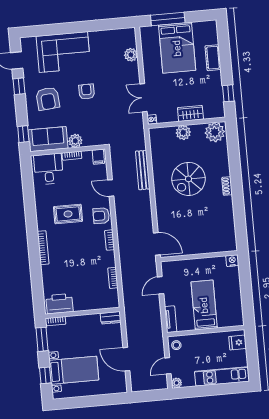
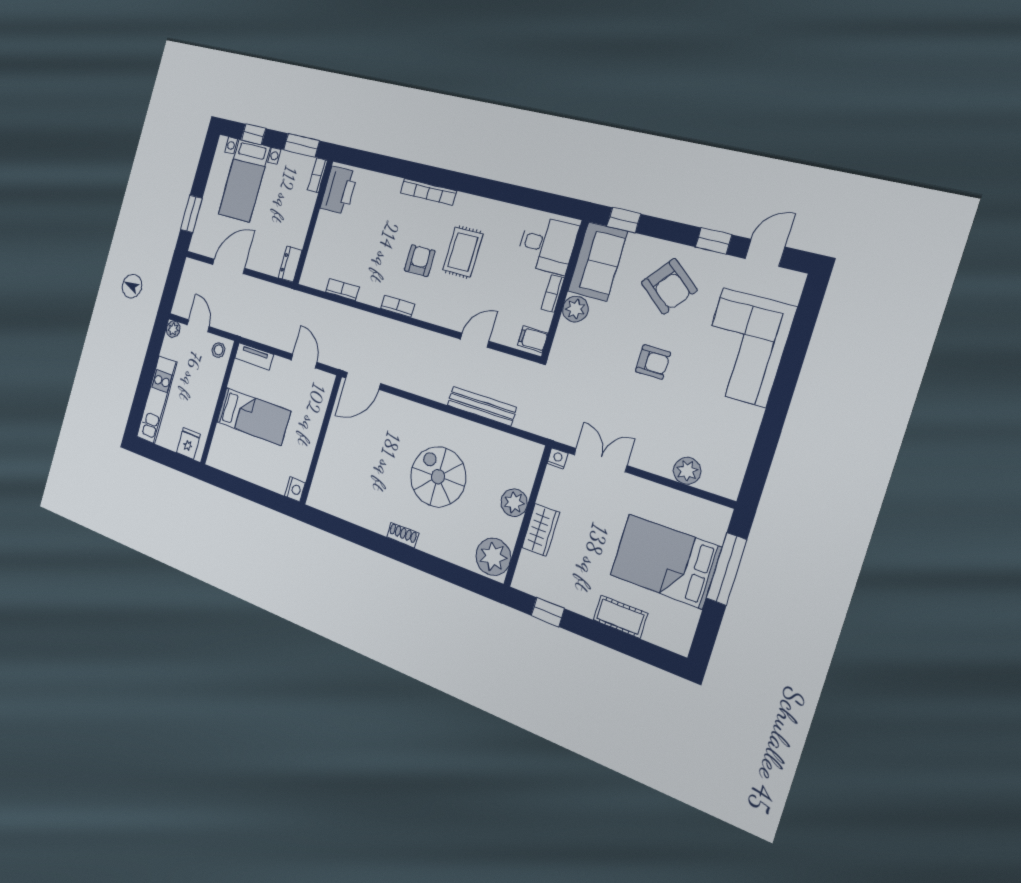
armchair: (48, 99) -> (669, 286), turned -136
armchair: (101, 216) -> (420, 261), moved
window: (105, 400) -> (191, 214), added

